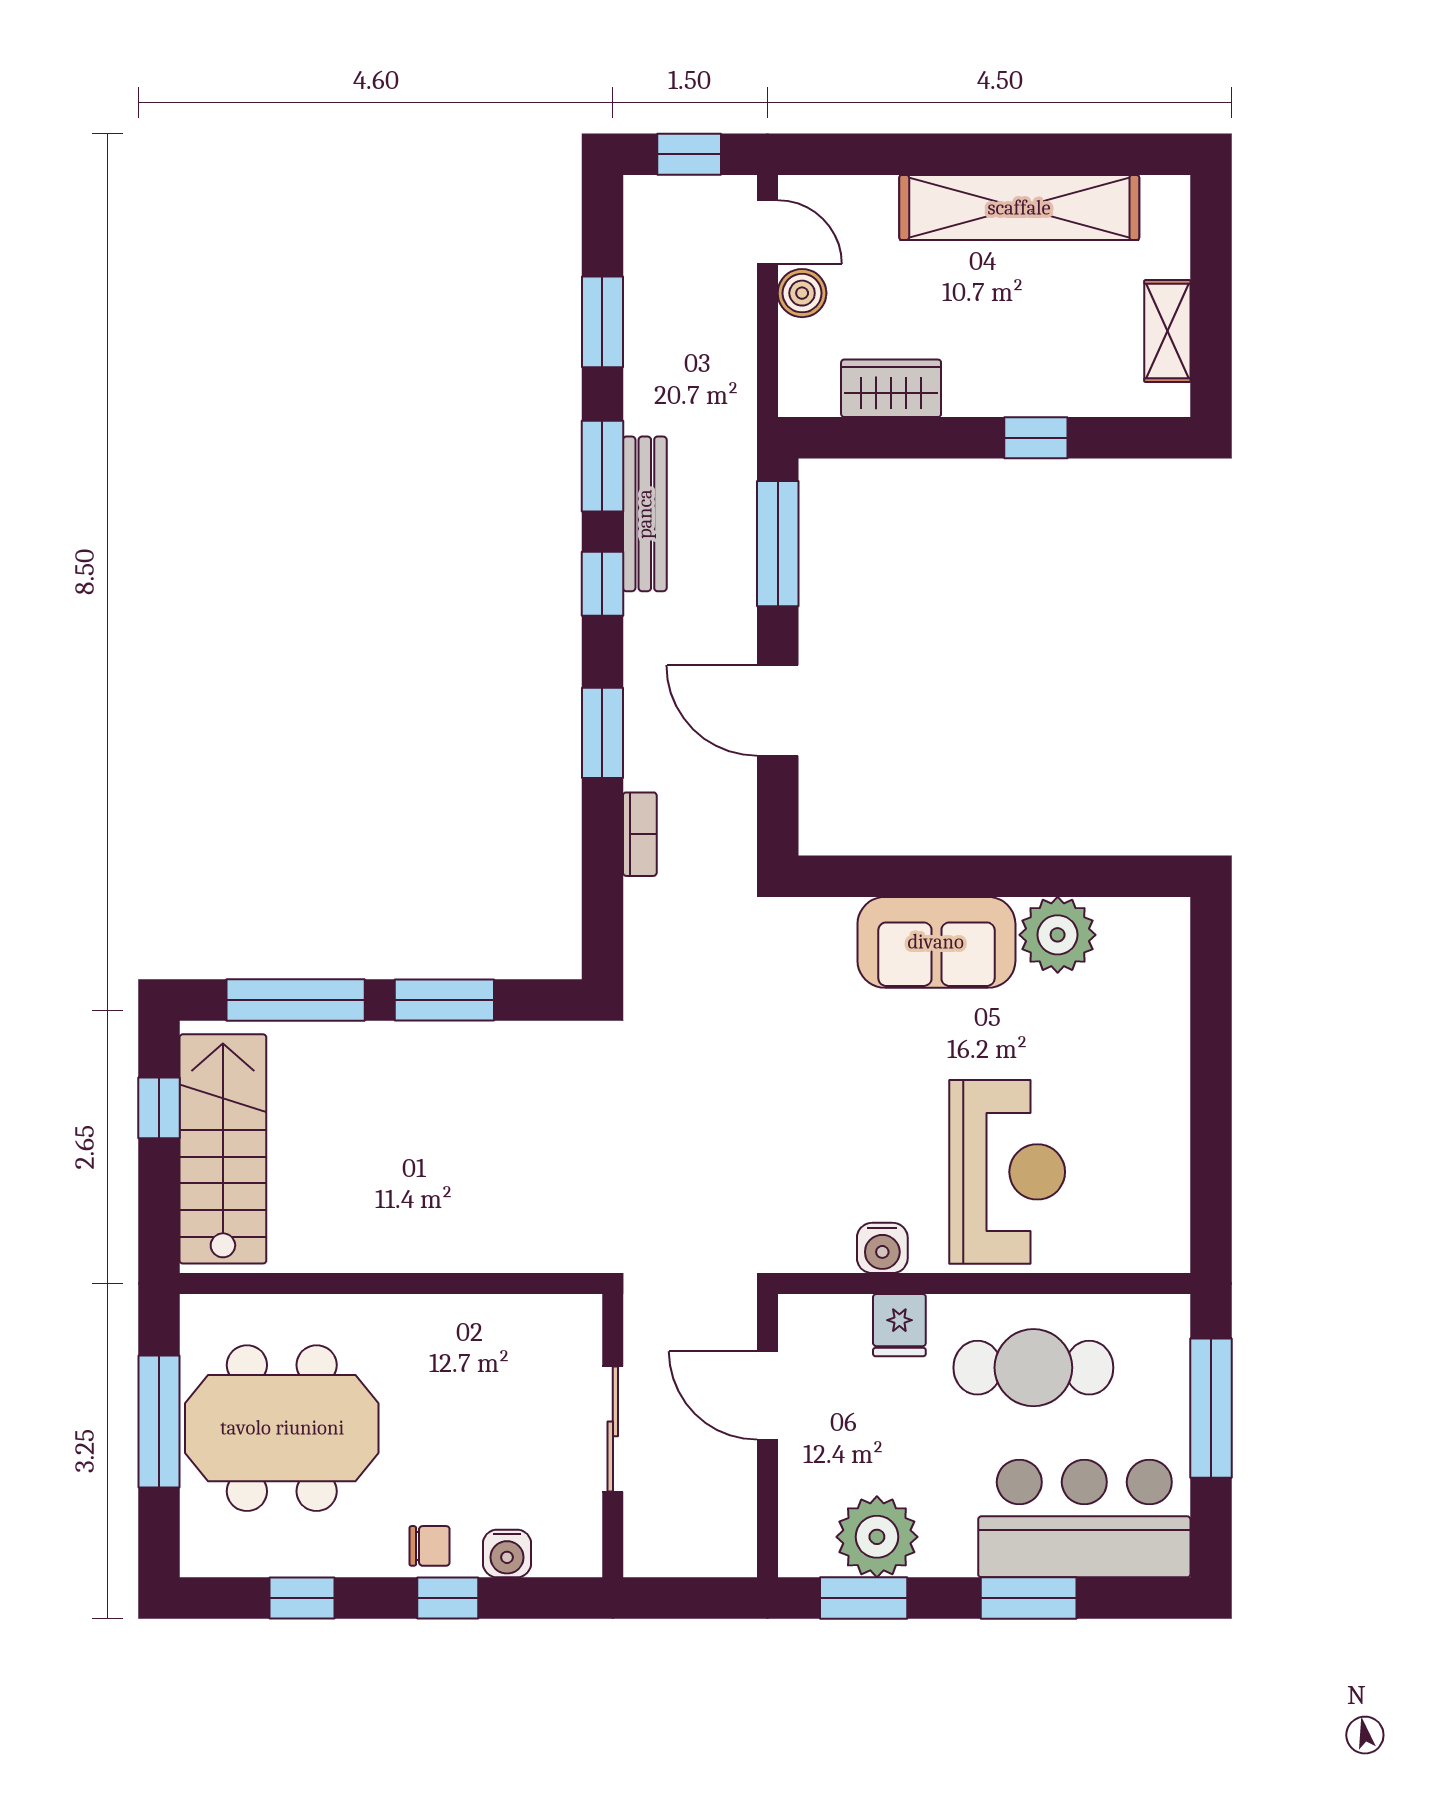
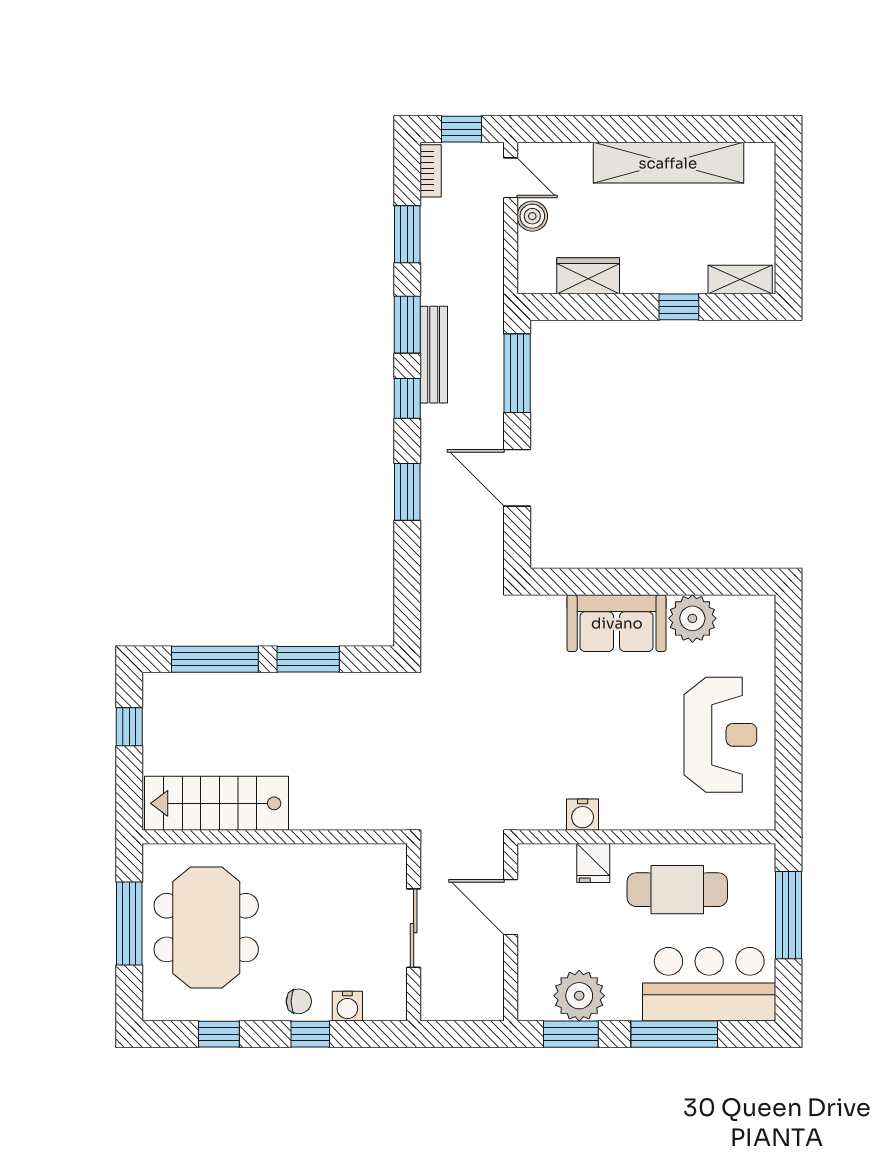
shelving: (1167, 331) -> (740, 280), moved, turned 90
bookcase: (640, 834) -> (431, 171), moved
stairs: (223, 1149) -> (217, 803), moved, turned -90
reception desk: (1007, 1172) -> (720, 735), moved
meeting table: (282, 1428) -> (206, 928), turned 90
window: (1029, 1598) -> (674, 1034), width x1.44

